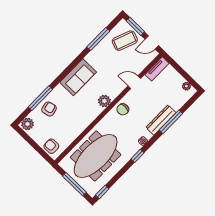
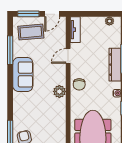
coffee table: (125, 41) -> (31, 32), turned 64
sofa: (78, 77) -> (23, 74), moved

